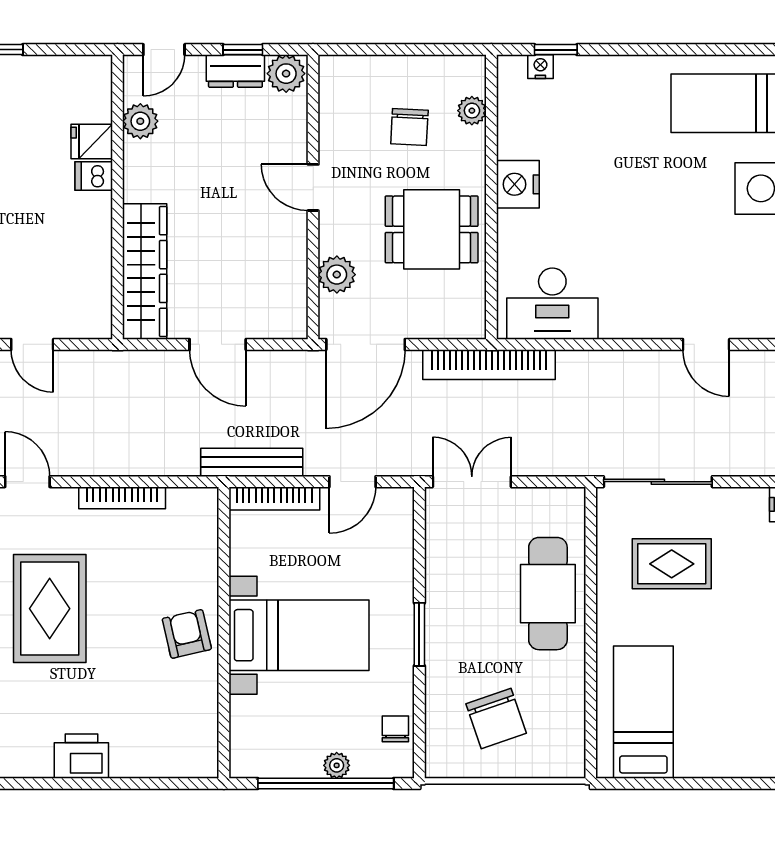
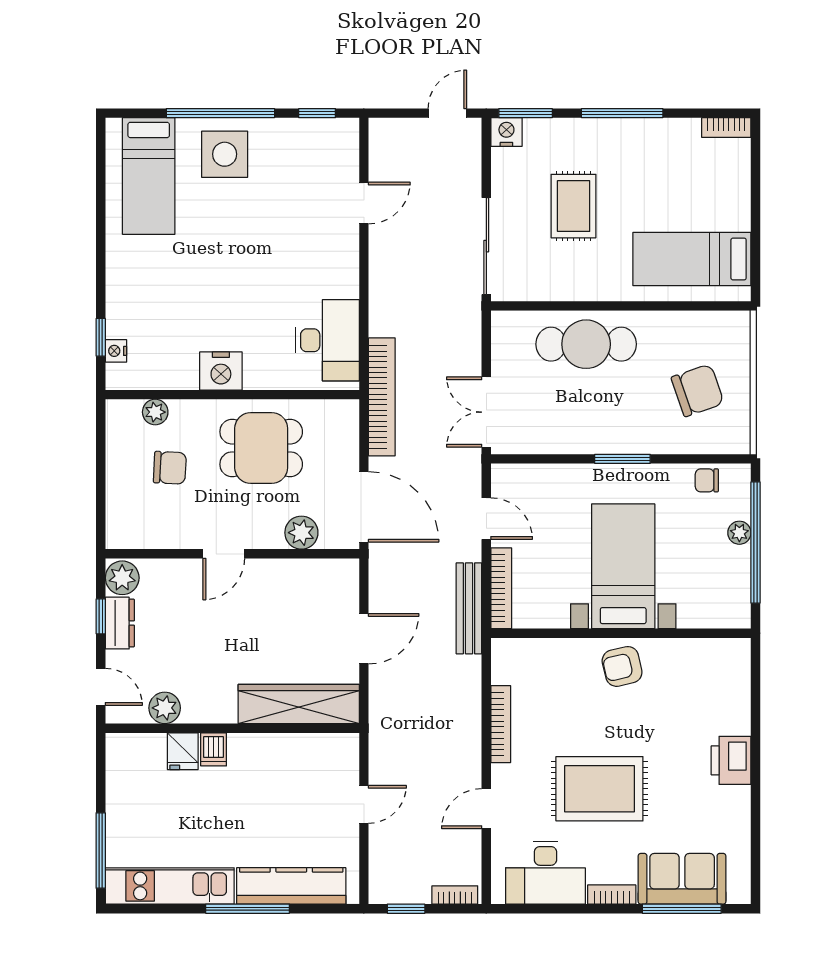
dining table: (432, 229) -> (261, 448), turned 90
rug: (672, 564) -> (574, 206), moved

